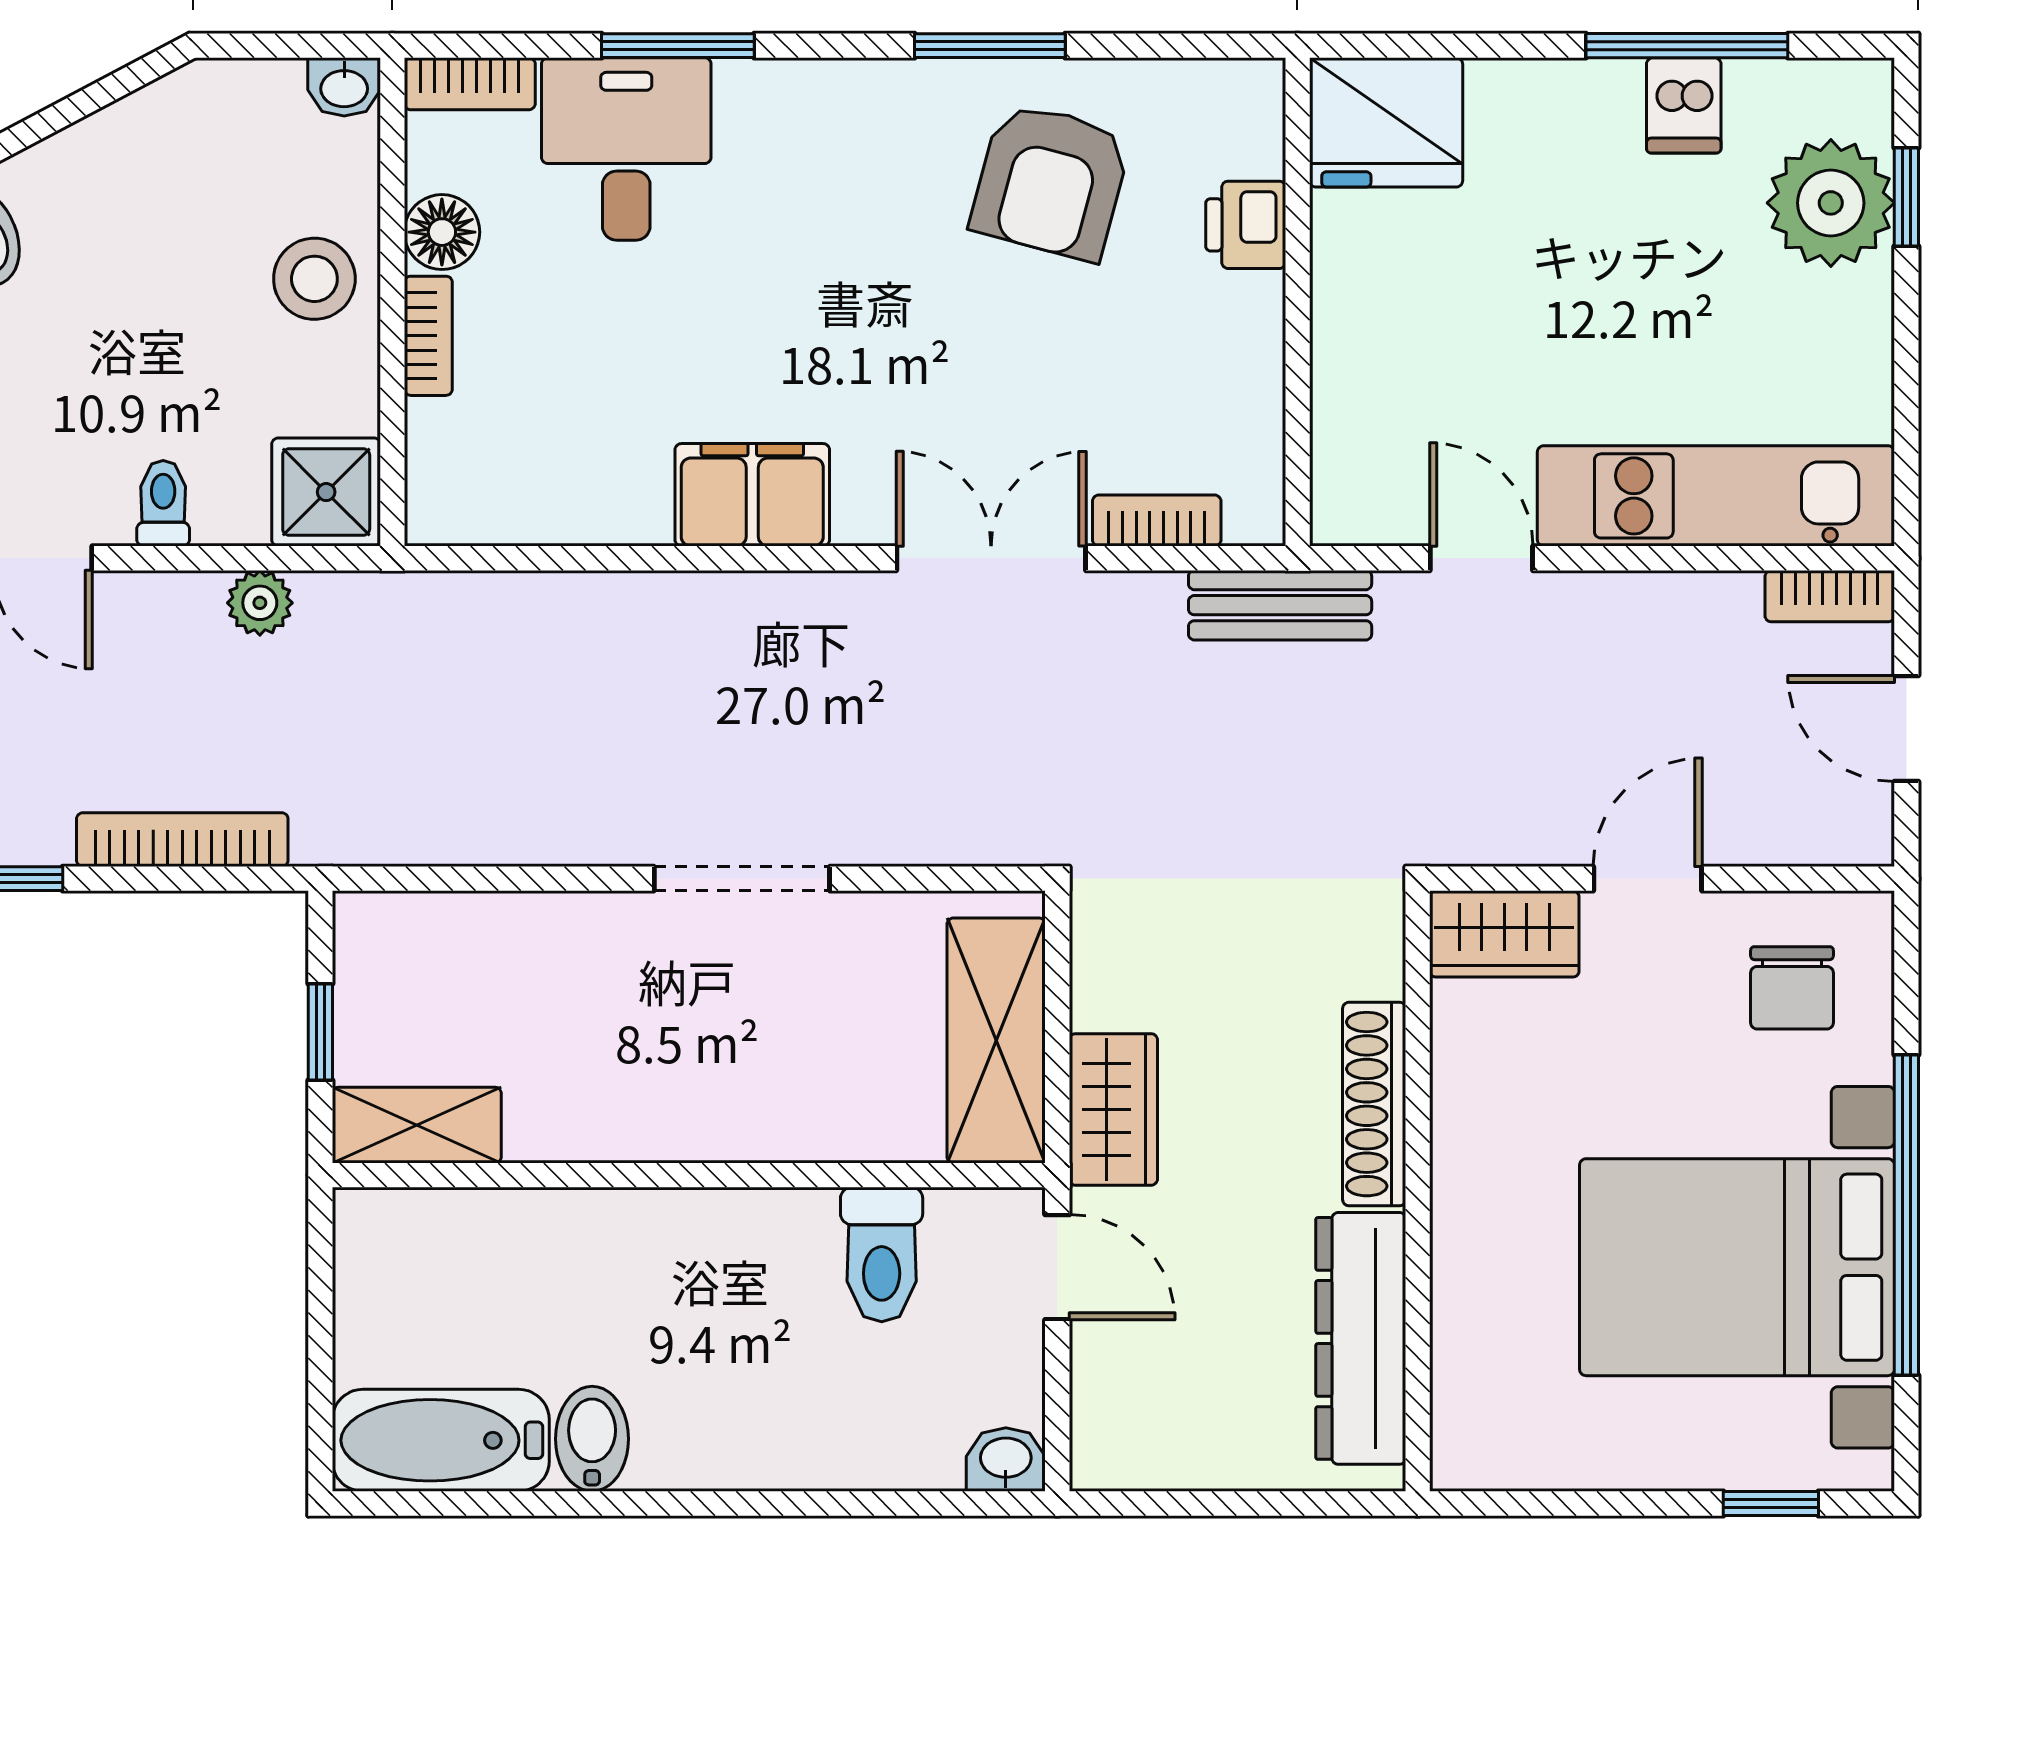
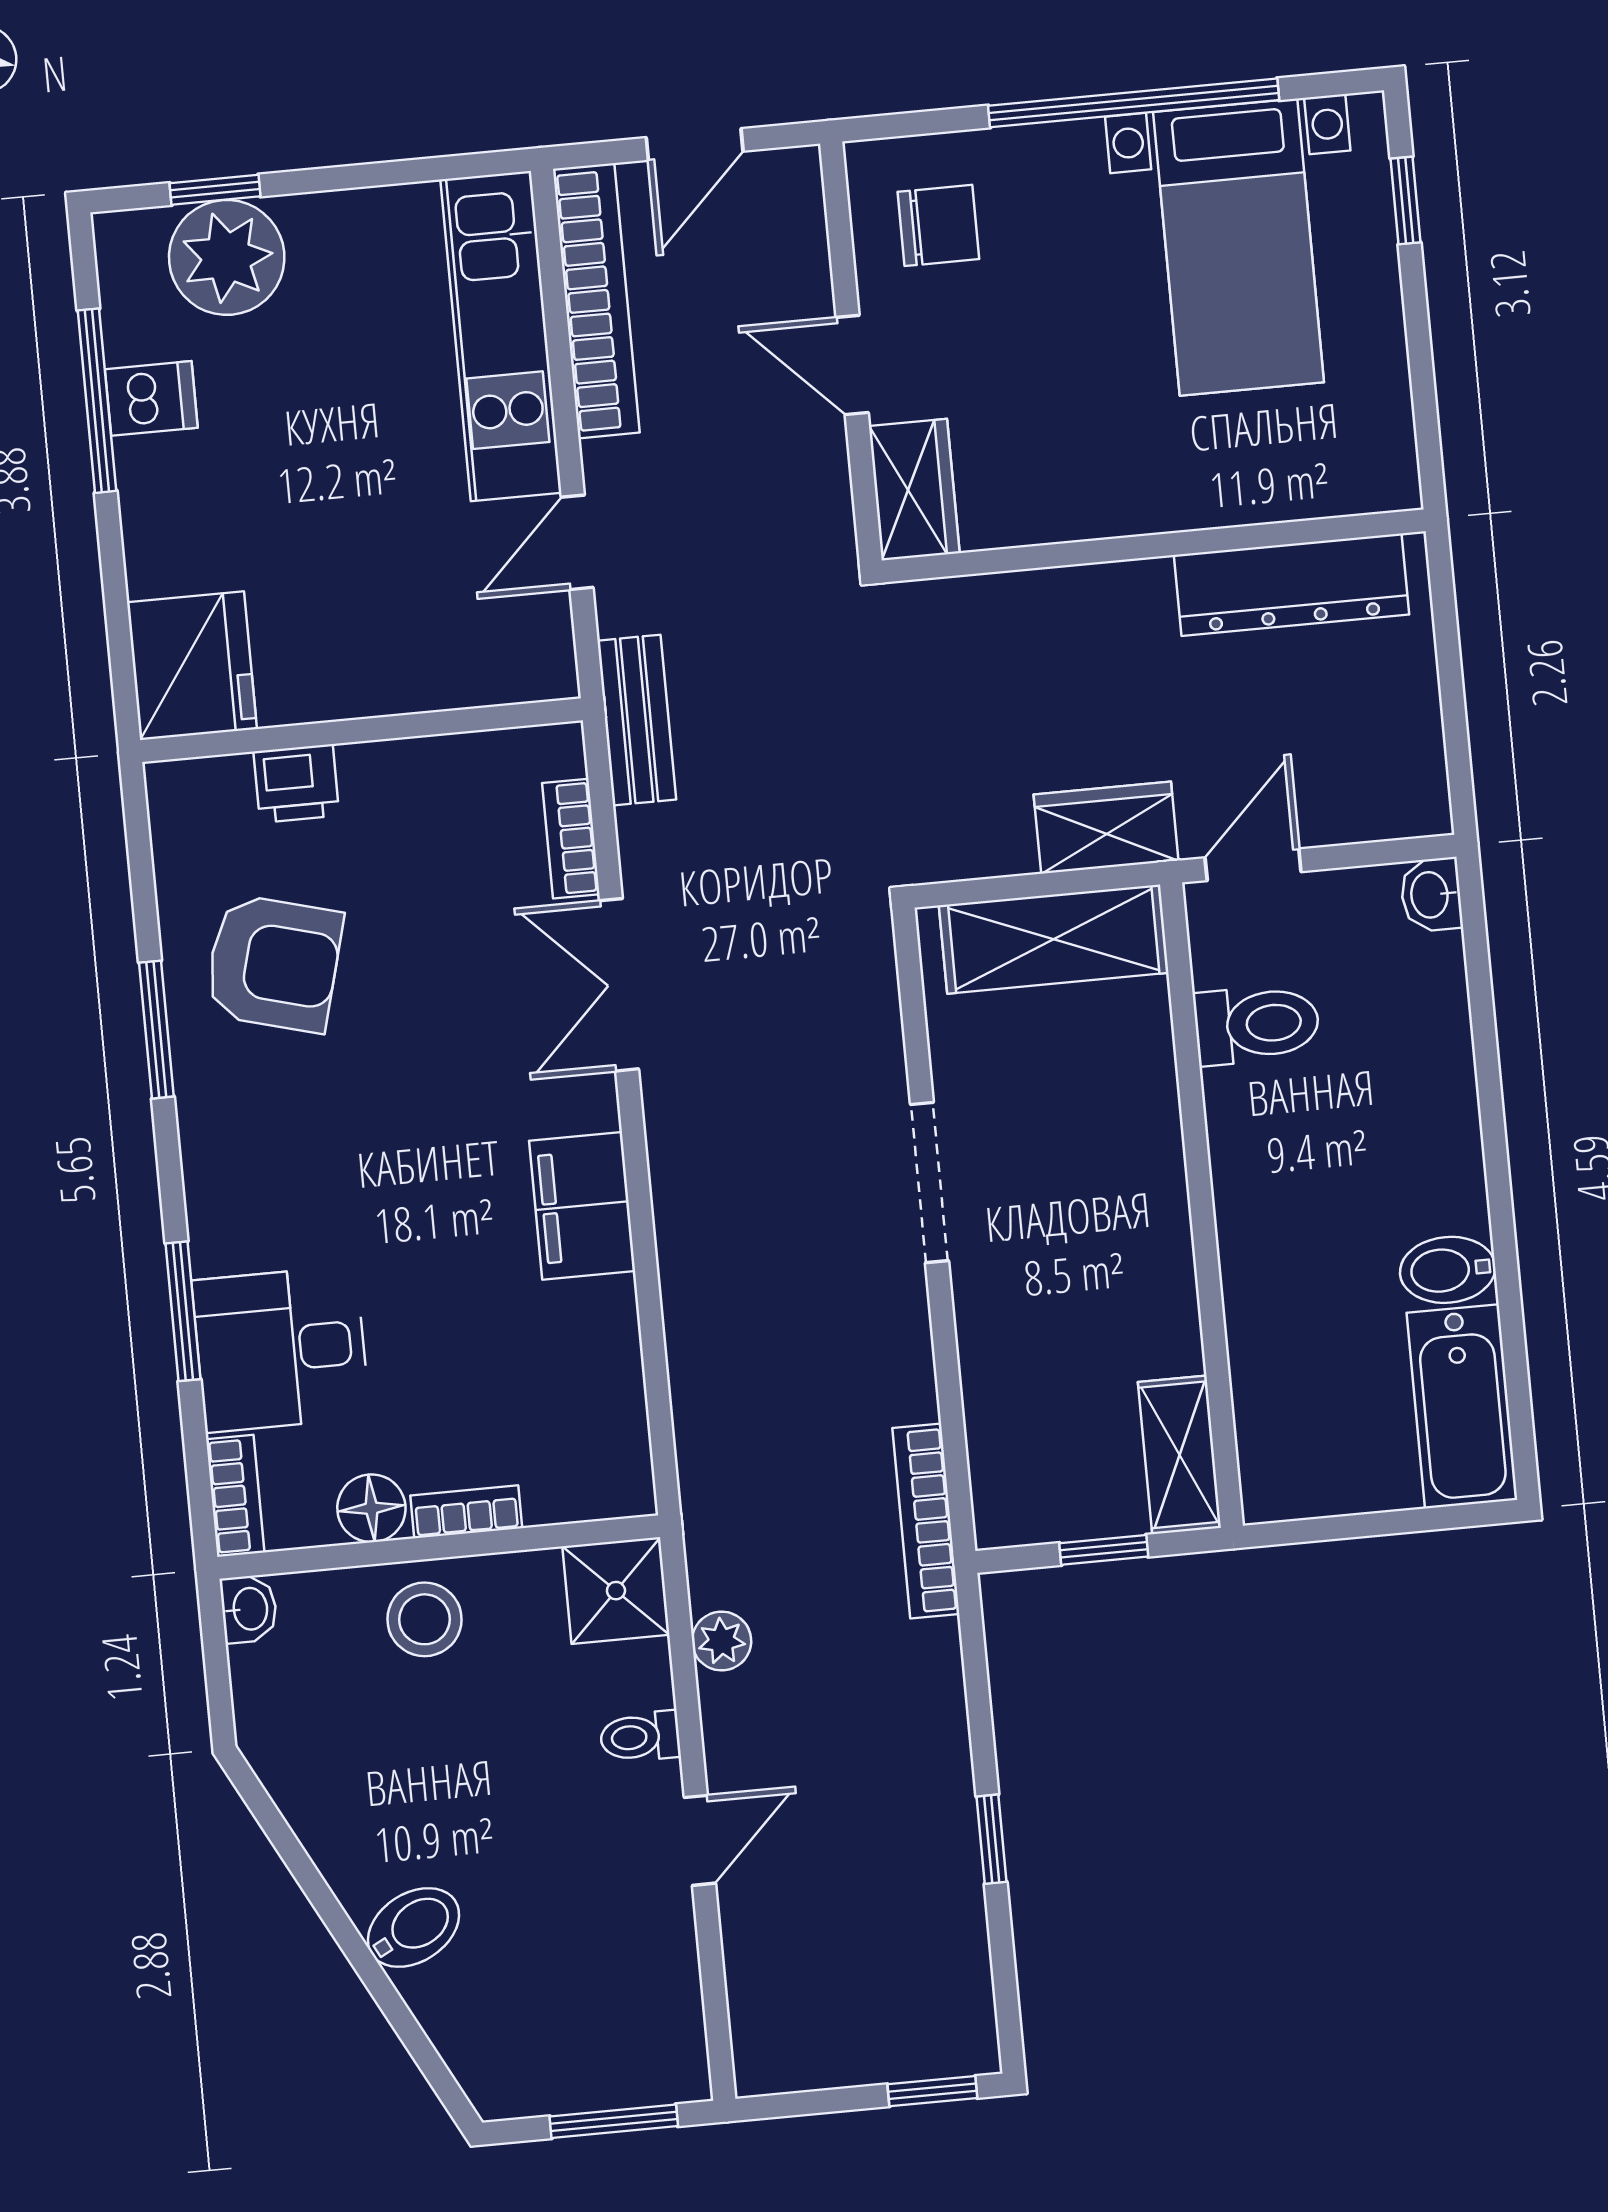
bookcase: (1830, 596) -> (596, 301), width x2.31, depth x1.31
bookcase: (182, 840) -> (926, 1521), moved
shoe rack: (1374, 1104) -> (1079, 593), removed
bed with nightstands: (1737, 1267) -> (1238, 247), width x0.73

